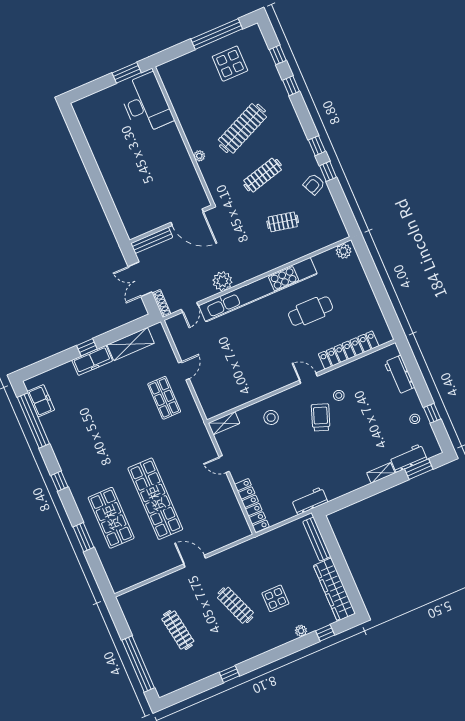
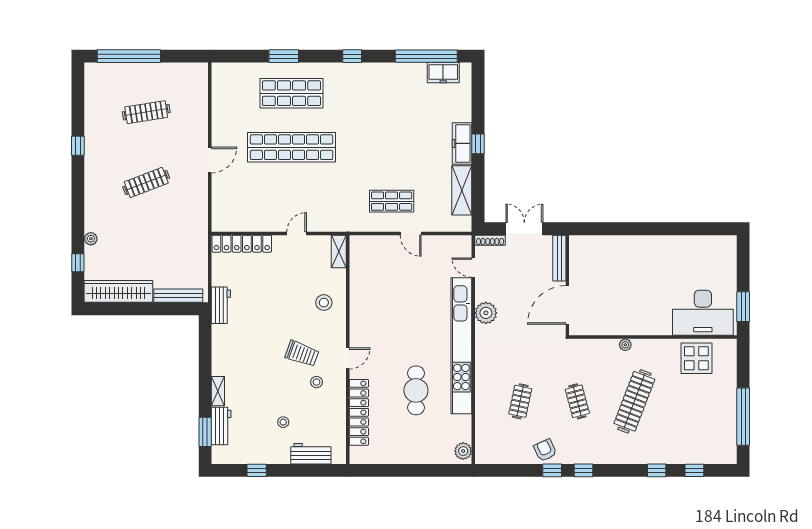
display table: (230, 64) -> (696, 358), moved
clothes rail: (242, 128) -> (634, 401), turned 45
clothes rail: (263, 175) -> (577, 401), width x0.73
stool: (415, 419) -> (283, 422), moved
display table: (275, 598) -> (136, 227), removed

